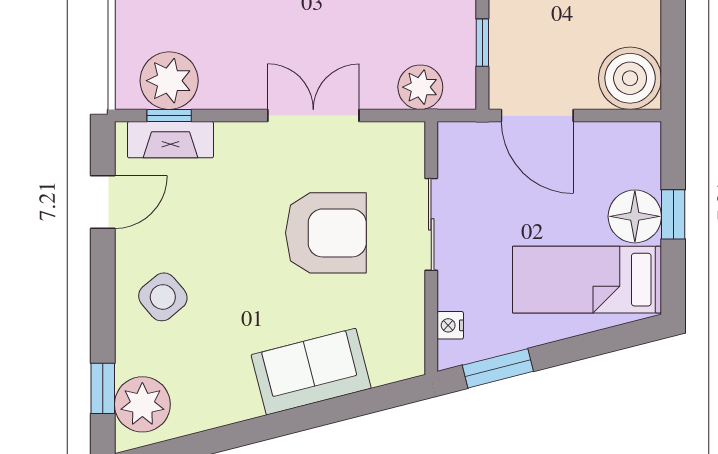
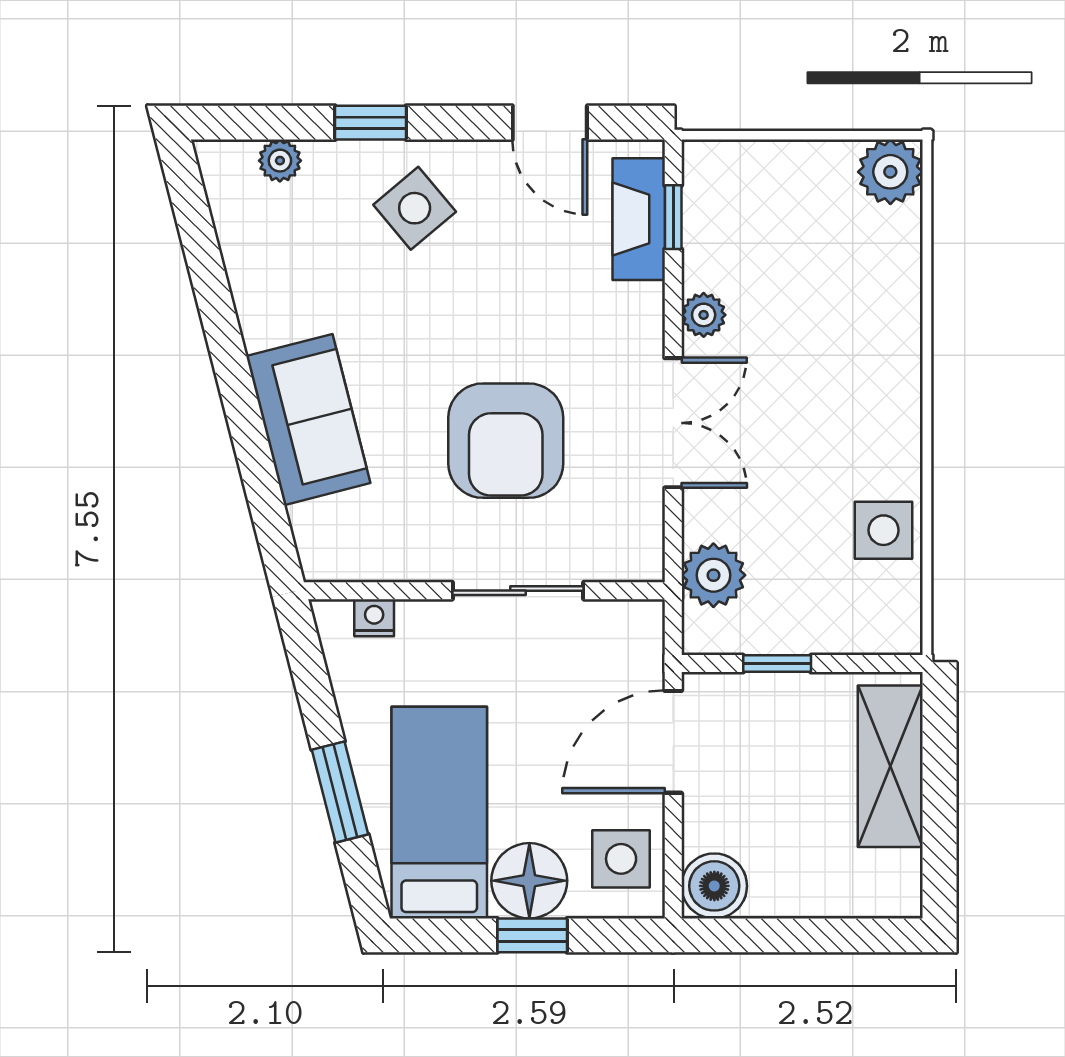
boiler: (630, 78) -> (714, 886), width x0.73, depth x0.73
plant: (169, 81) -> (704, 315), moved, width x0.53, depth x0.53
side table: (619, 152) -> (621, 859), added
window: (498, 368) -> (340, 792), moved
window: (103, 388) -> (371, 123), moved
plant: (142, 404) -> (280, 161), width x0.53, depth x0.53

